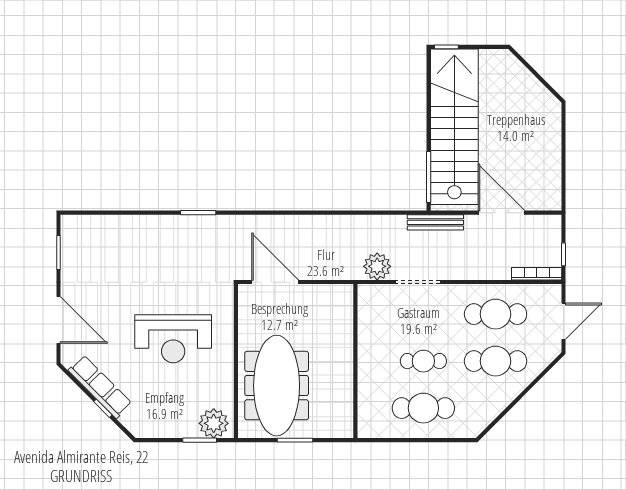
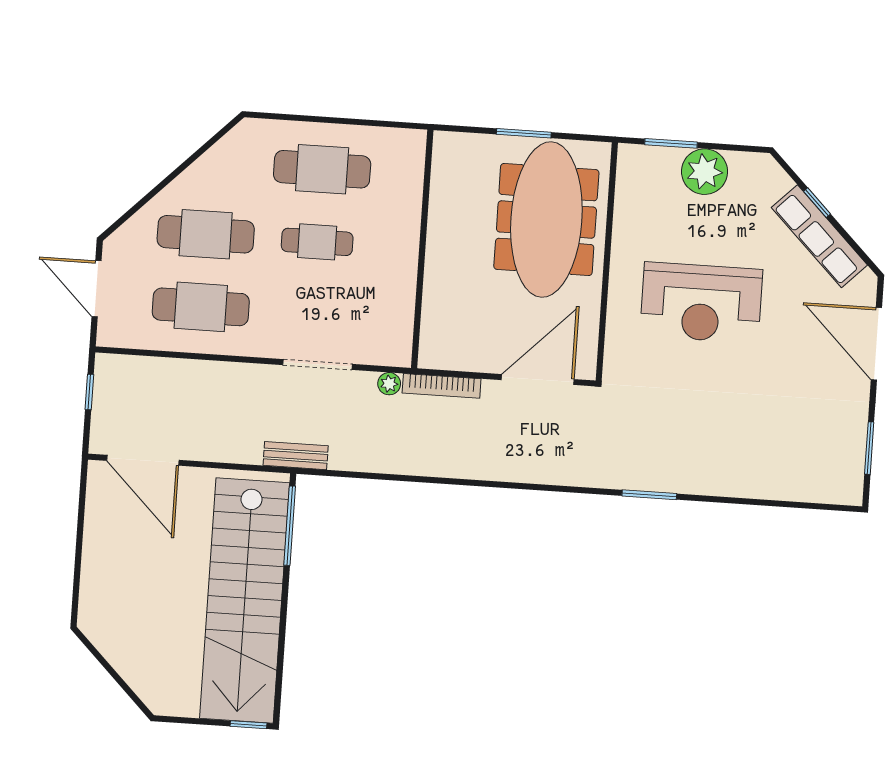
door: (502, 213) -> (143, 460), moved
bench: (435, 222) -> (296, 456), width x0.73
plant: (377, 266) -> (389, 384), width x0.53, depth x0.53
bookcase: (537, 274) -> (442, 386), moved
door: (275, 282) -> (538, 380), swing flipped
door: (564, 321) -> (96, 289), hinge flipped
reception desk: (173, 339) -> (701, 303), turned 180
plant: (214, 423) -> (705, 172), moved

